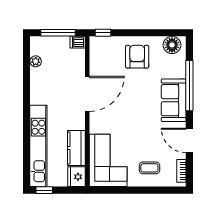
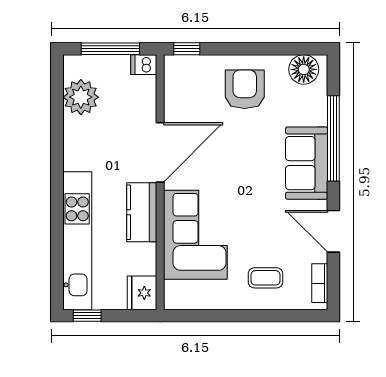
plant: (36, 61) -> (81, 97), width x1.88, depth x1.88
kitchen counter: (76, 148) -> (142, 212), moved
corner sofa: (108, 160) -> (195, 235), moved

